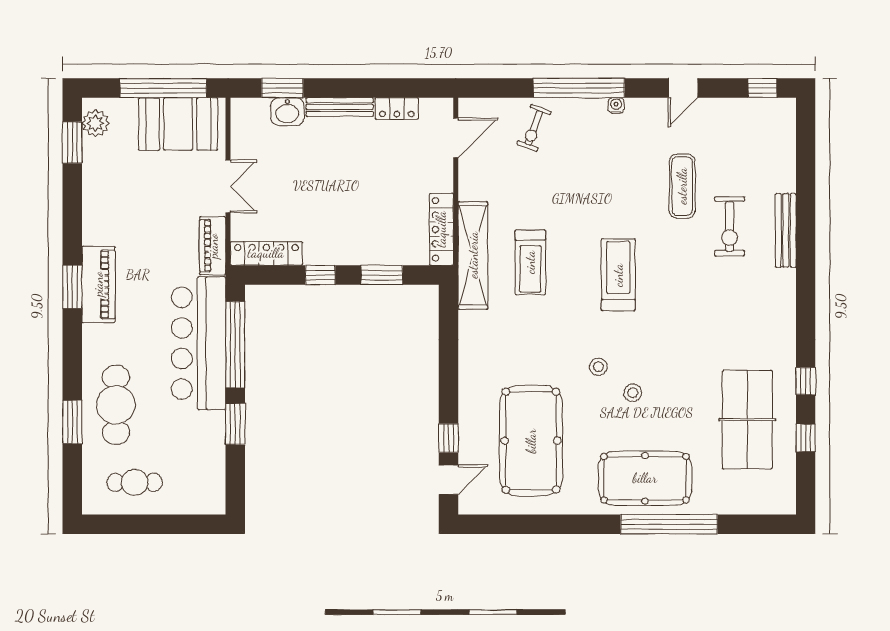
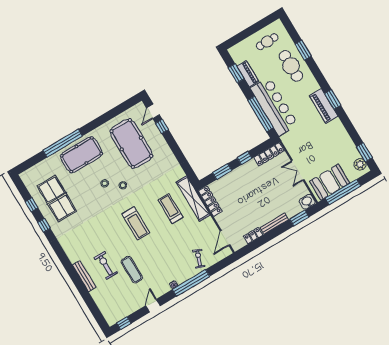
washbasin: (287, 112) -> (307, 202), moved
piano: (213, 246) -> (248, 74), moved
window: (235, 424) -> (236, 73), moved

